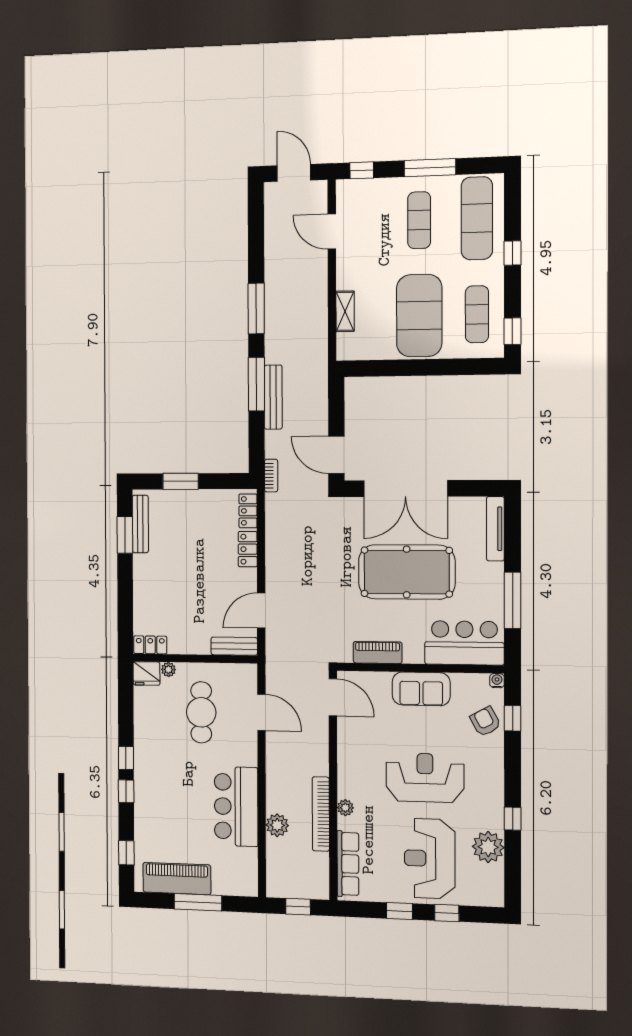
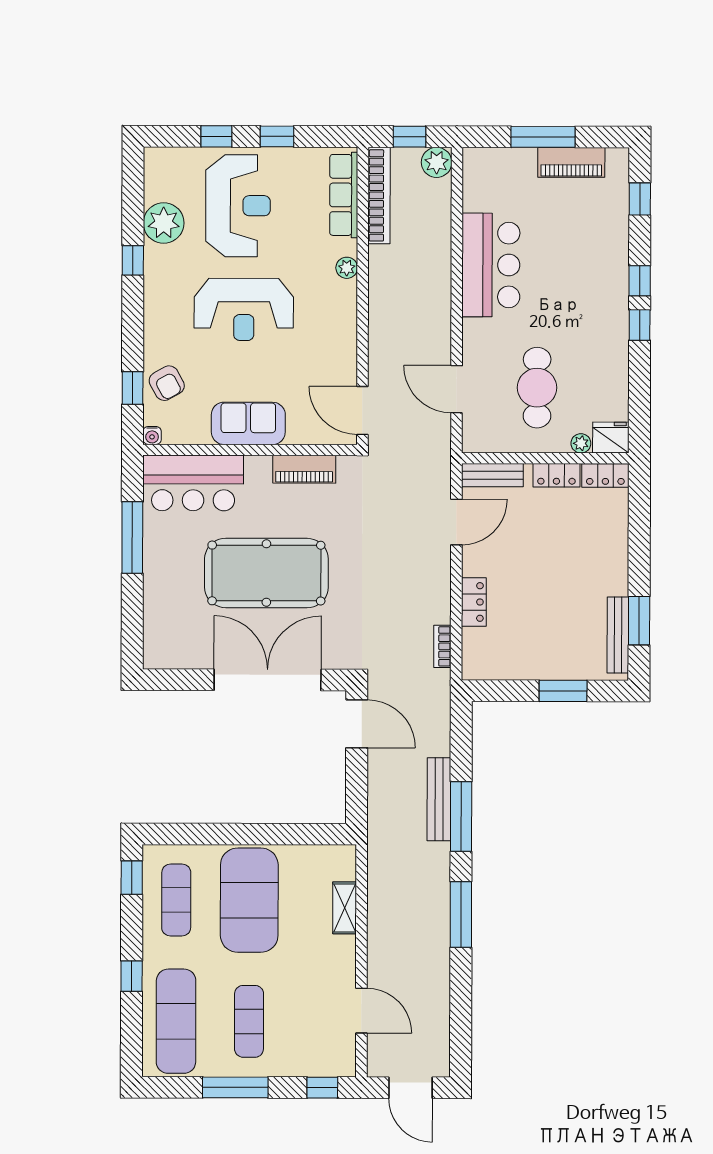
bookcase: (271, 476) -> (442, 646), moved
locker: (248, 511) -> (556, 475), moved, turned 90
tv unit: (495, 529) -> (154, 628), removed
bookcase: (321, 814) -> (379, 195), moved
plant: (277, 825) -> (437, 162), moved
piano: (177, 879) -> (571, 162), width x0.73, depth x0.75

